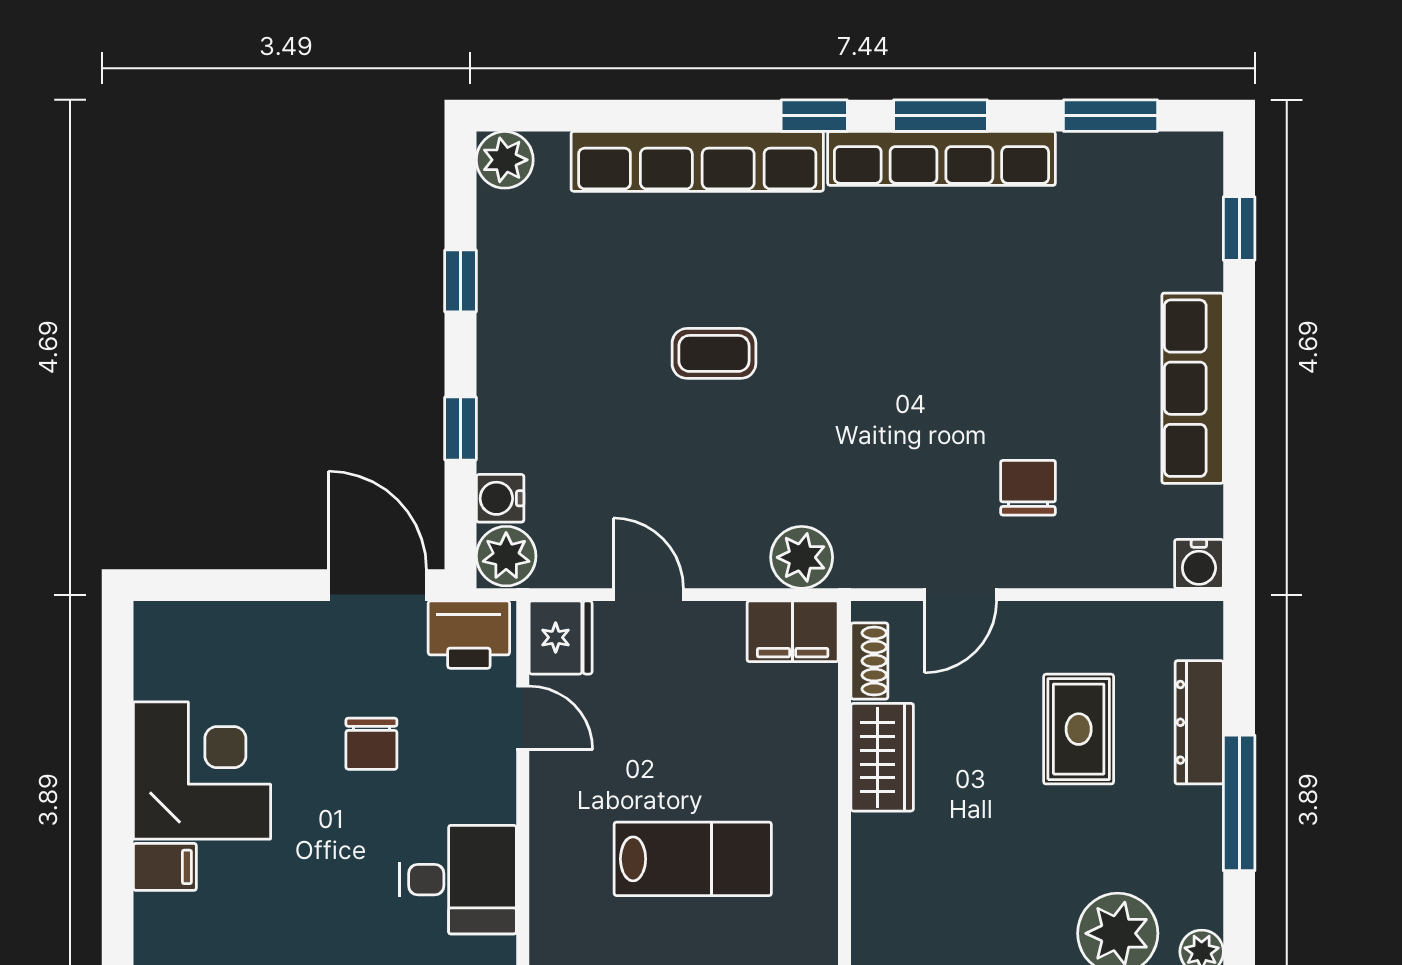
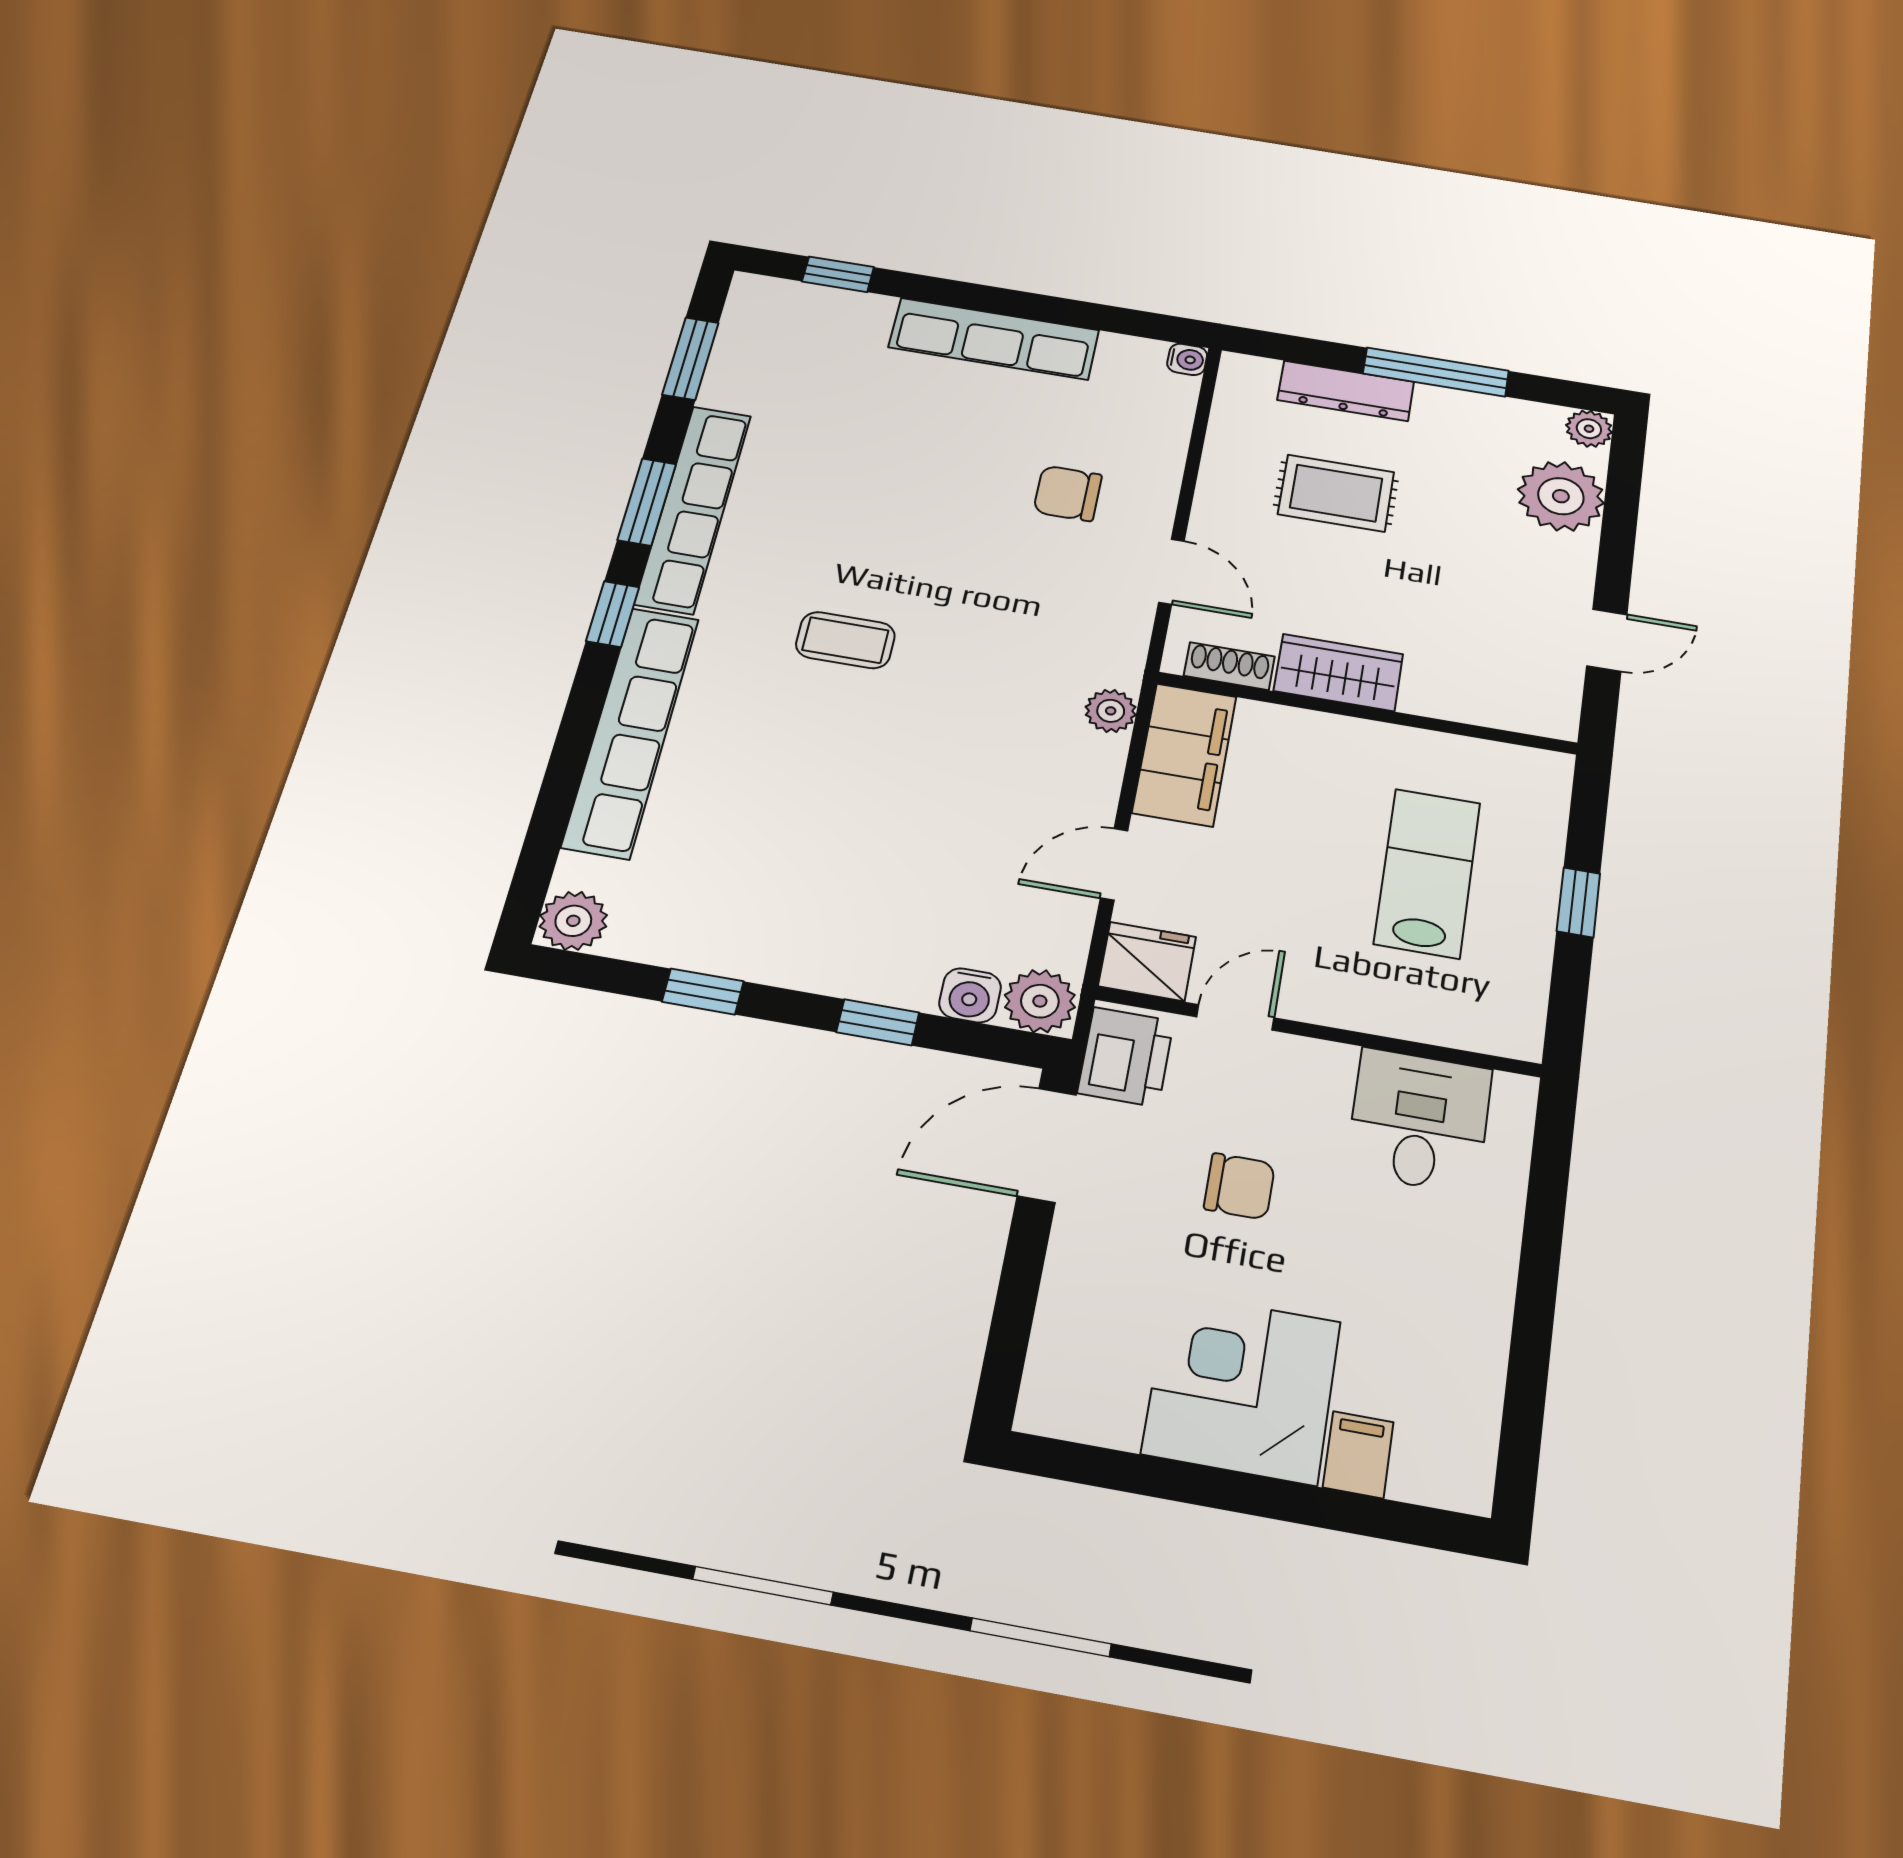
coffee table: (714, 353) -> (845, 640), moved, turned 90
plant: (802, 557) -> (1111, 711), width x0.73, depth x0.73
water cooler: (1199, 564) -> (1187, 359), width x0.72, depth x0.72
filing cabinet: (793, 631) -> (1184, 754), width x1.50, depth x1.17

